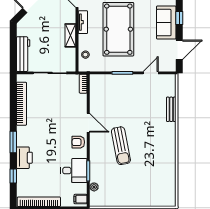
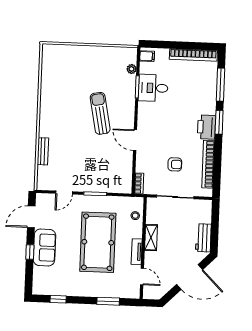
workbench: (23, 54) -> (203, 238), moved, width x0.73
armchair: (78, 142) -> (175, 164), moved
printer: (24, 158) -> (206, 127), moved
window: (13, 176) -> (221, 85), width x2.17

